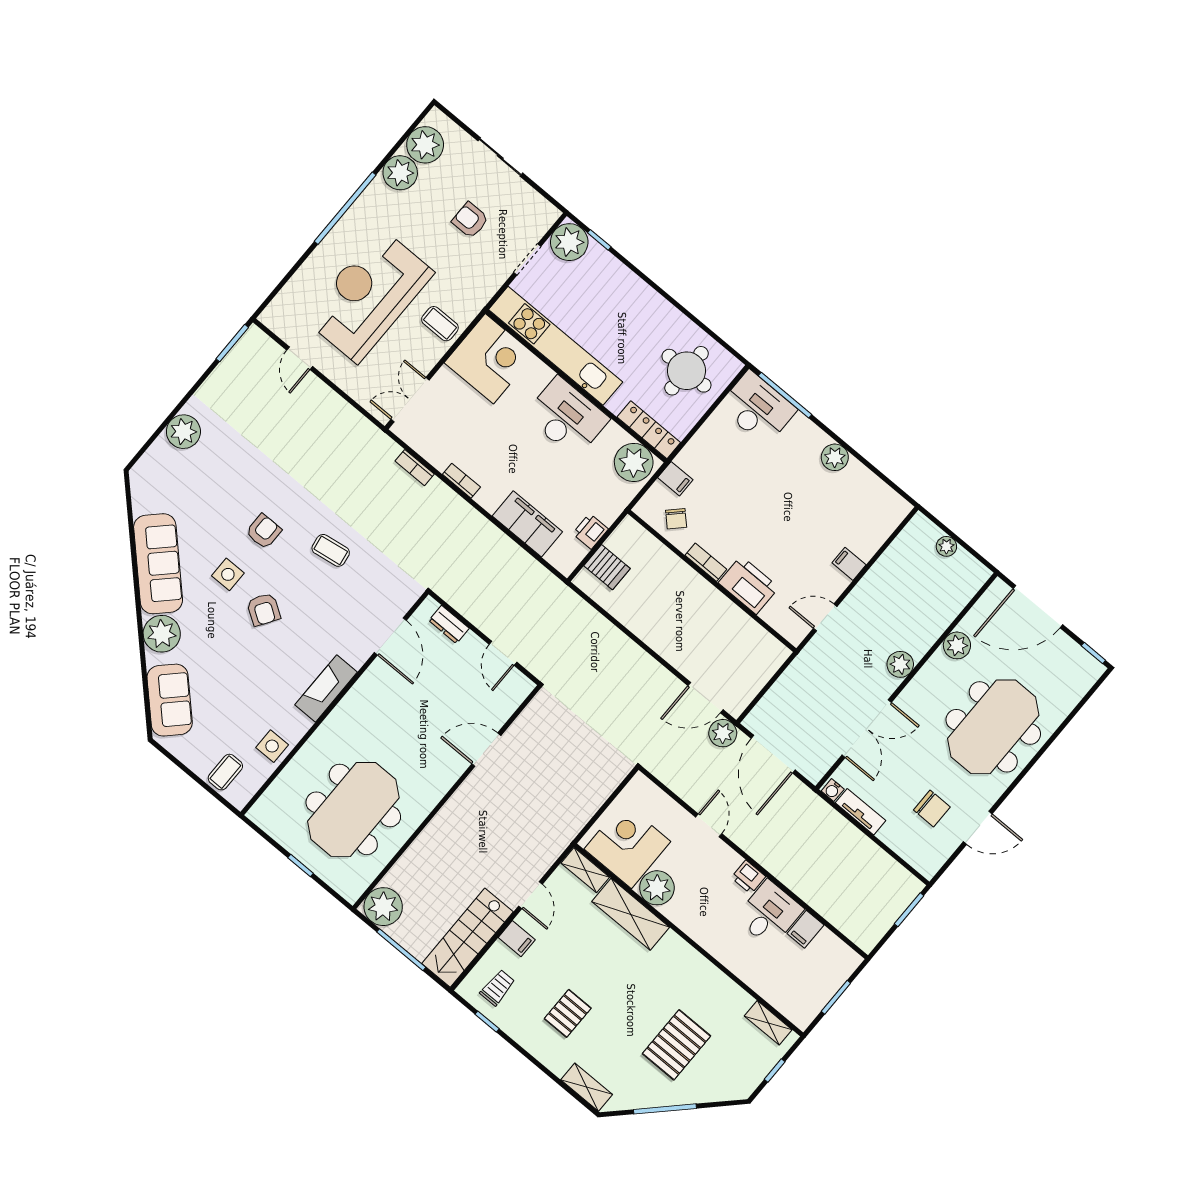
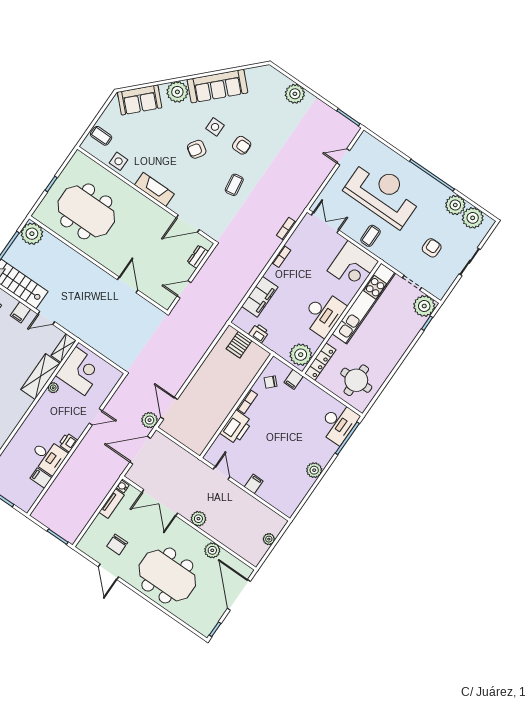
plant: (657, 888) -> (53, 388), width x0.53, depth x0.53

